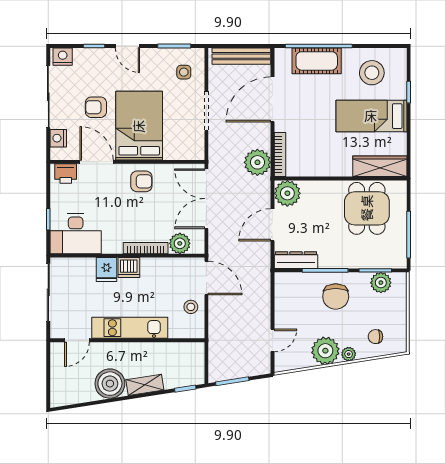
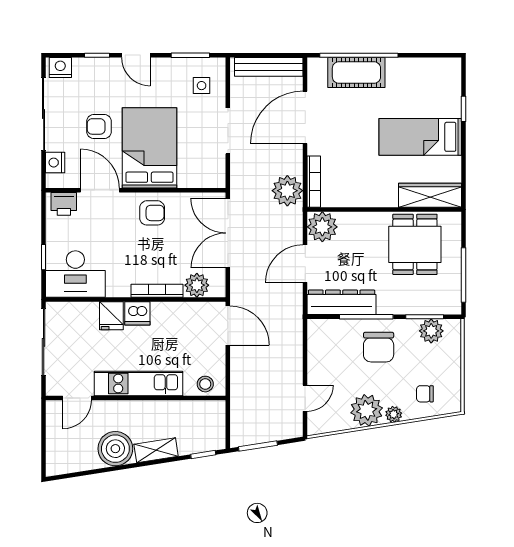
stool: (372, 73) -> (421, 86), removed
dresser: (296, 260) -> (342, 302), width x1.37, depth x1.24
stool: (191, 307) -> (205, 384), moved

